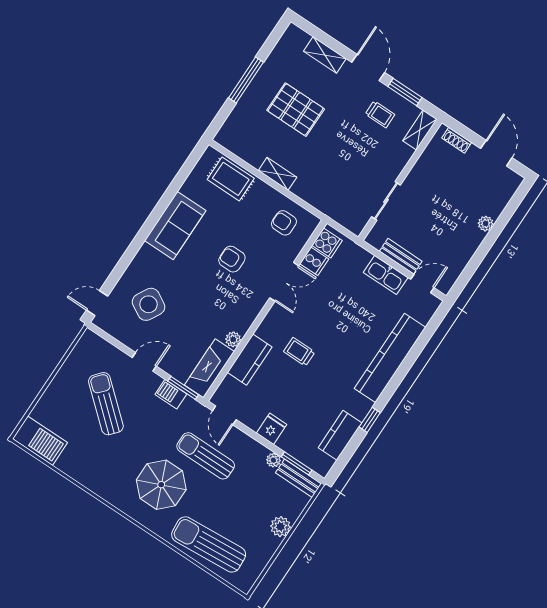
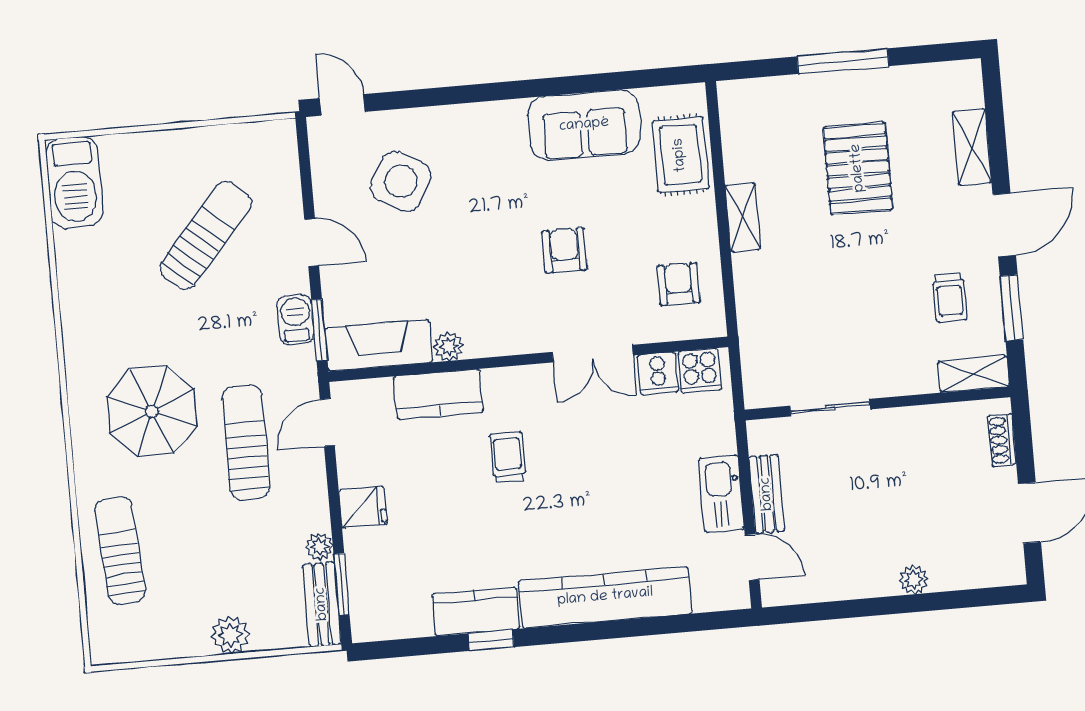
sofa: (175, 226) -> (584, 125), moved
kitchen counter: (340, 435) -> (476, 611), moved
sun lounger: (209, 544) -> (120, 551), width x0.73, depth x0.75

